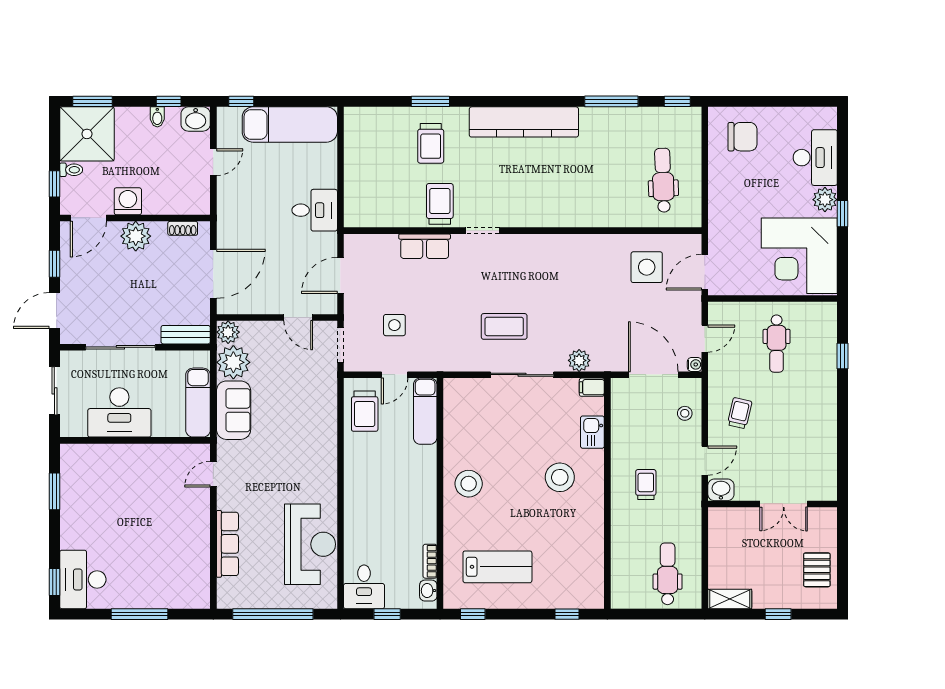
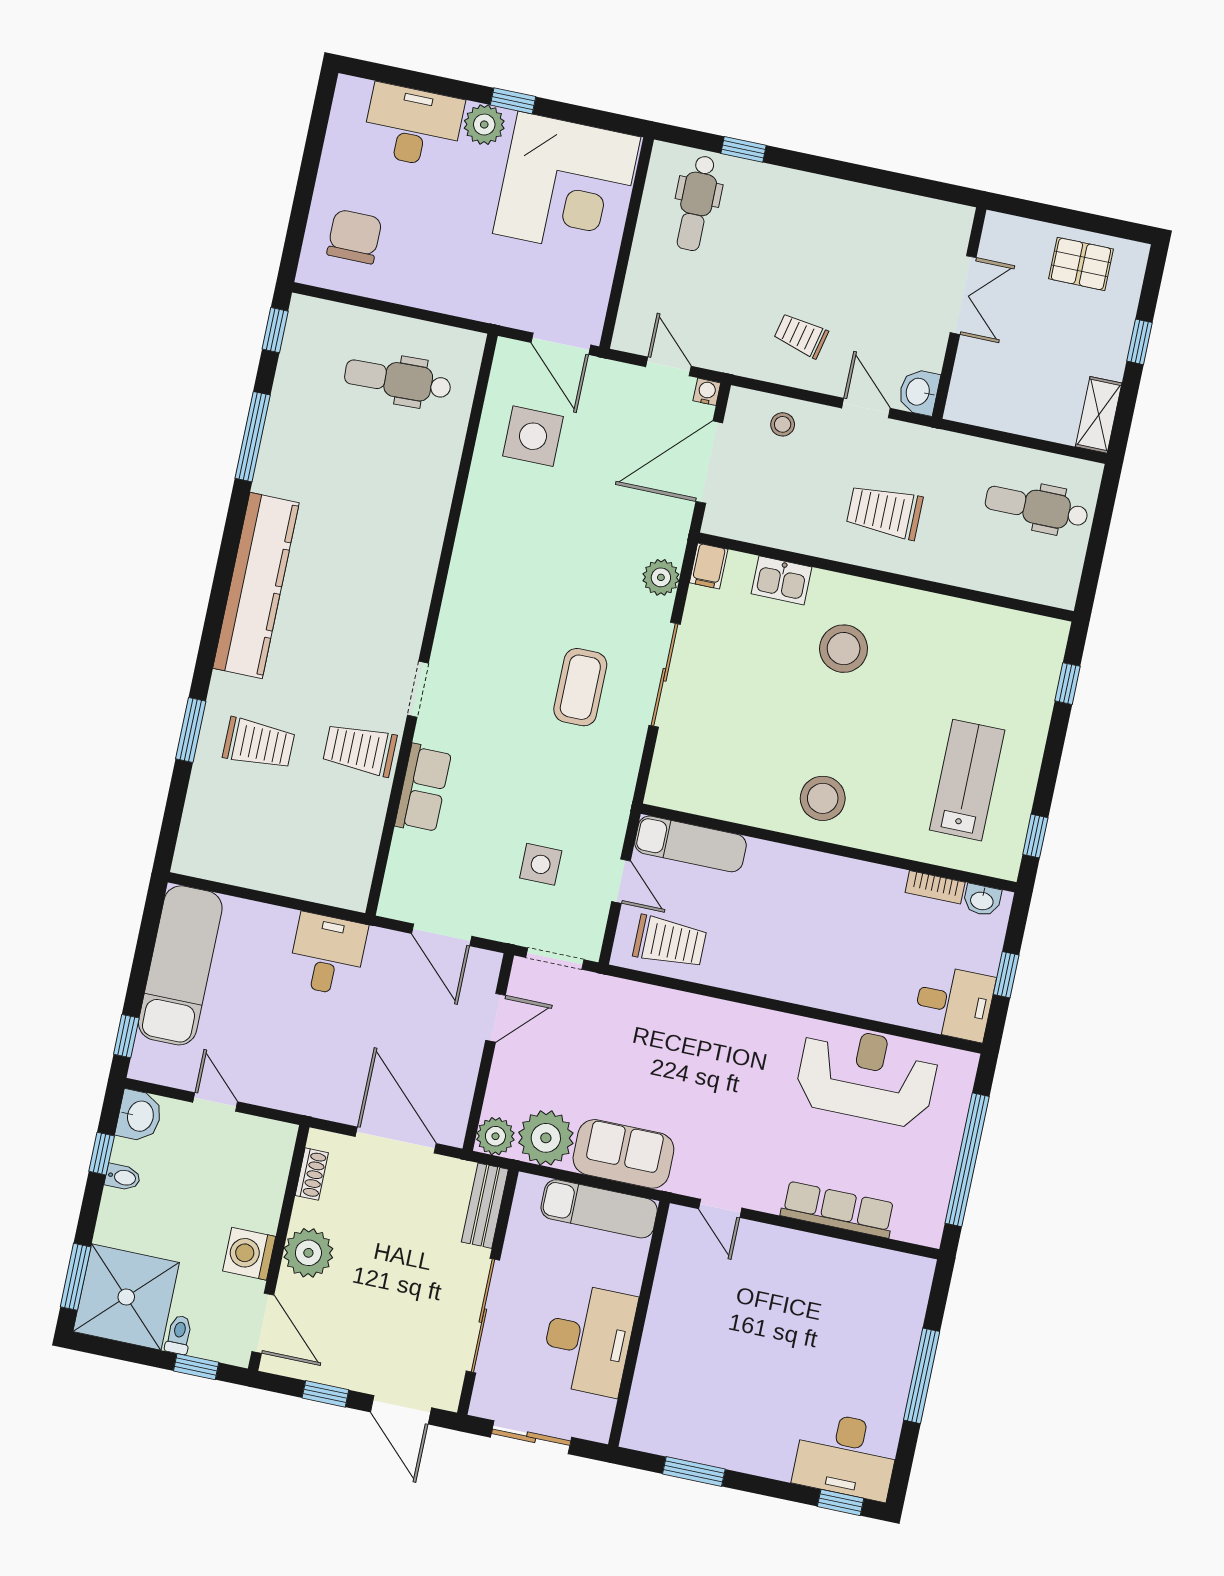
dental chair: (777, 344) -> (697, 203), moved, turned 90
trolley: (646, 485) -> (885, 512), width x1.36, depth x1.39

